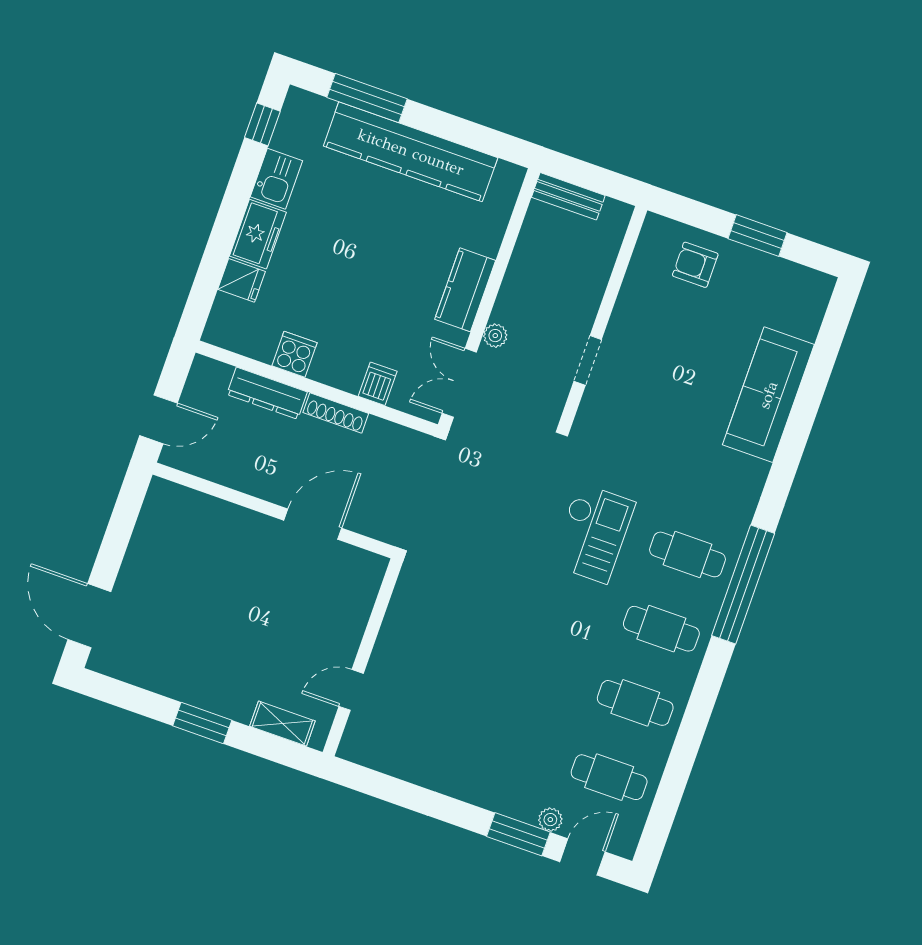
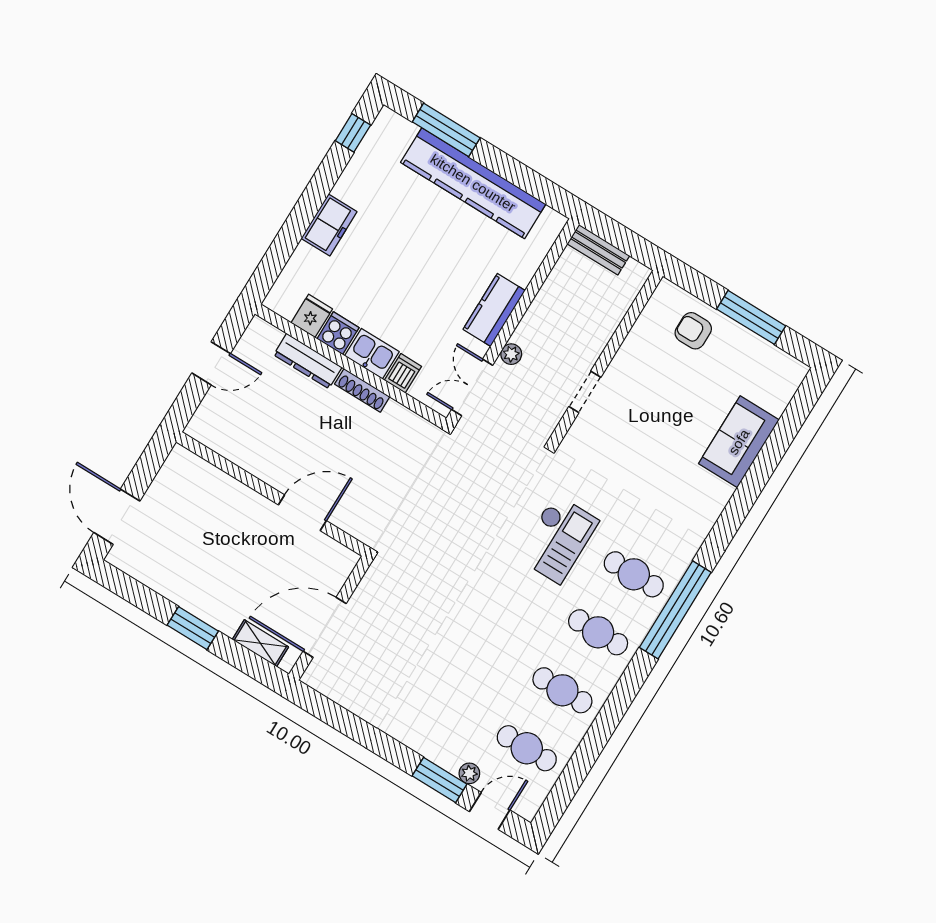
kitchen sink: (276, 179) -> (372, 354), moved, turned -90
window: (758, 236) -> (751, 317), width x1.44
fridge: (242, 280) -> (312, 316), moved, turned -90
sofa: (768, 395) -> (739, 442), width x0.73
wall: (274, 510) -> (272, 494), moved
door: (313, 524) -> (302, 513), moved
door: (351, 690) -> (325, 627), width x1.87

